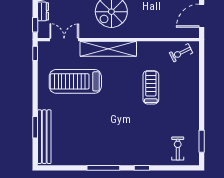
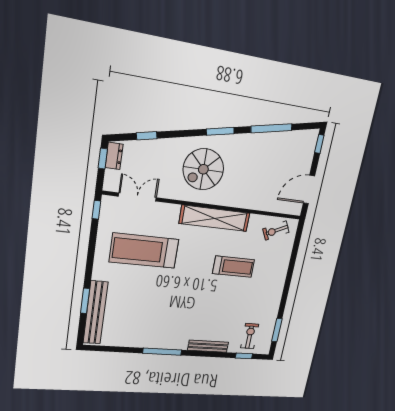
window: (35, 25) -> (103, 159), moved
shelving: (108, 49) -> (215, 218), moved
treadmill: (151, 87) -> (234, 267), turned 90
bench: (142, 160) -> (208, 346), added
window: (142, 168) -> (244, 356), moved

